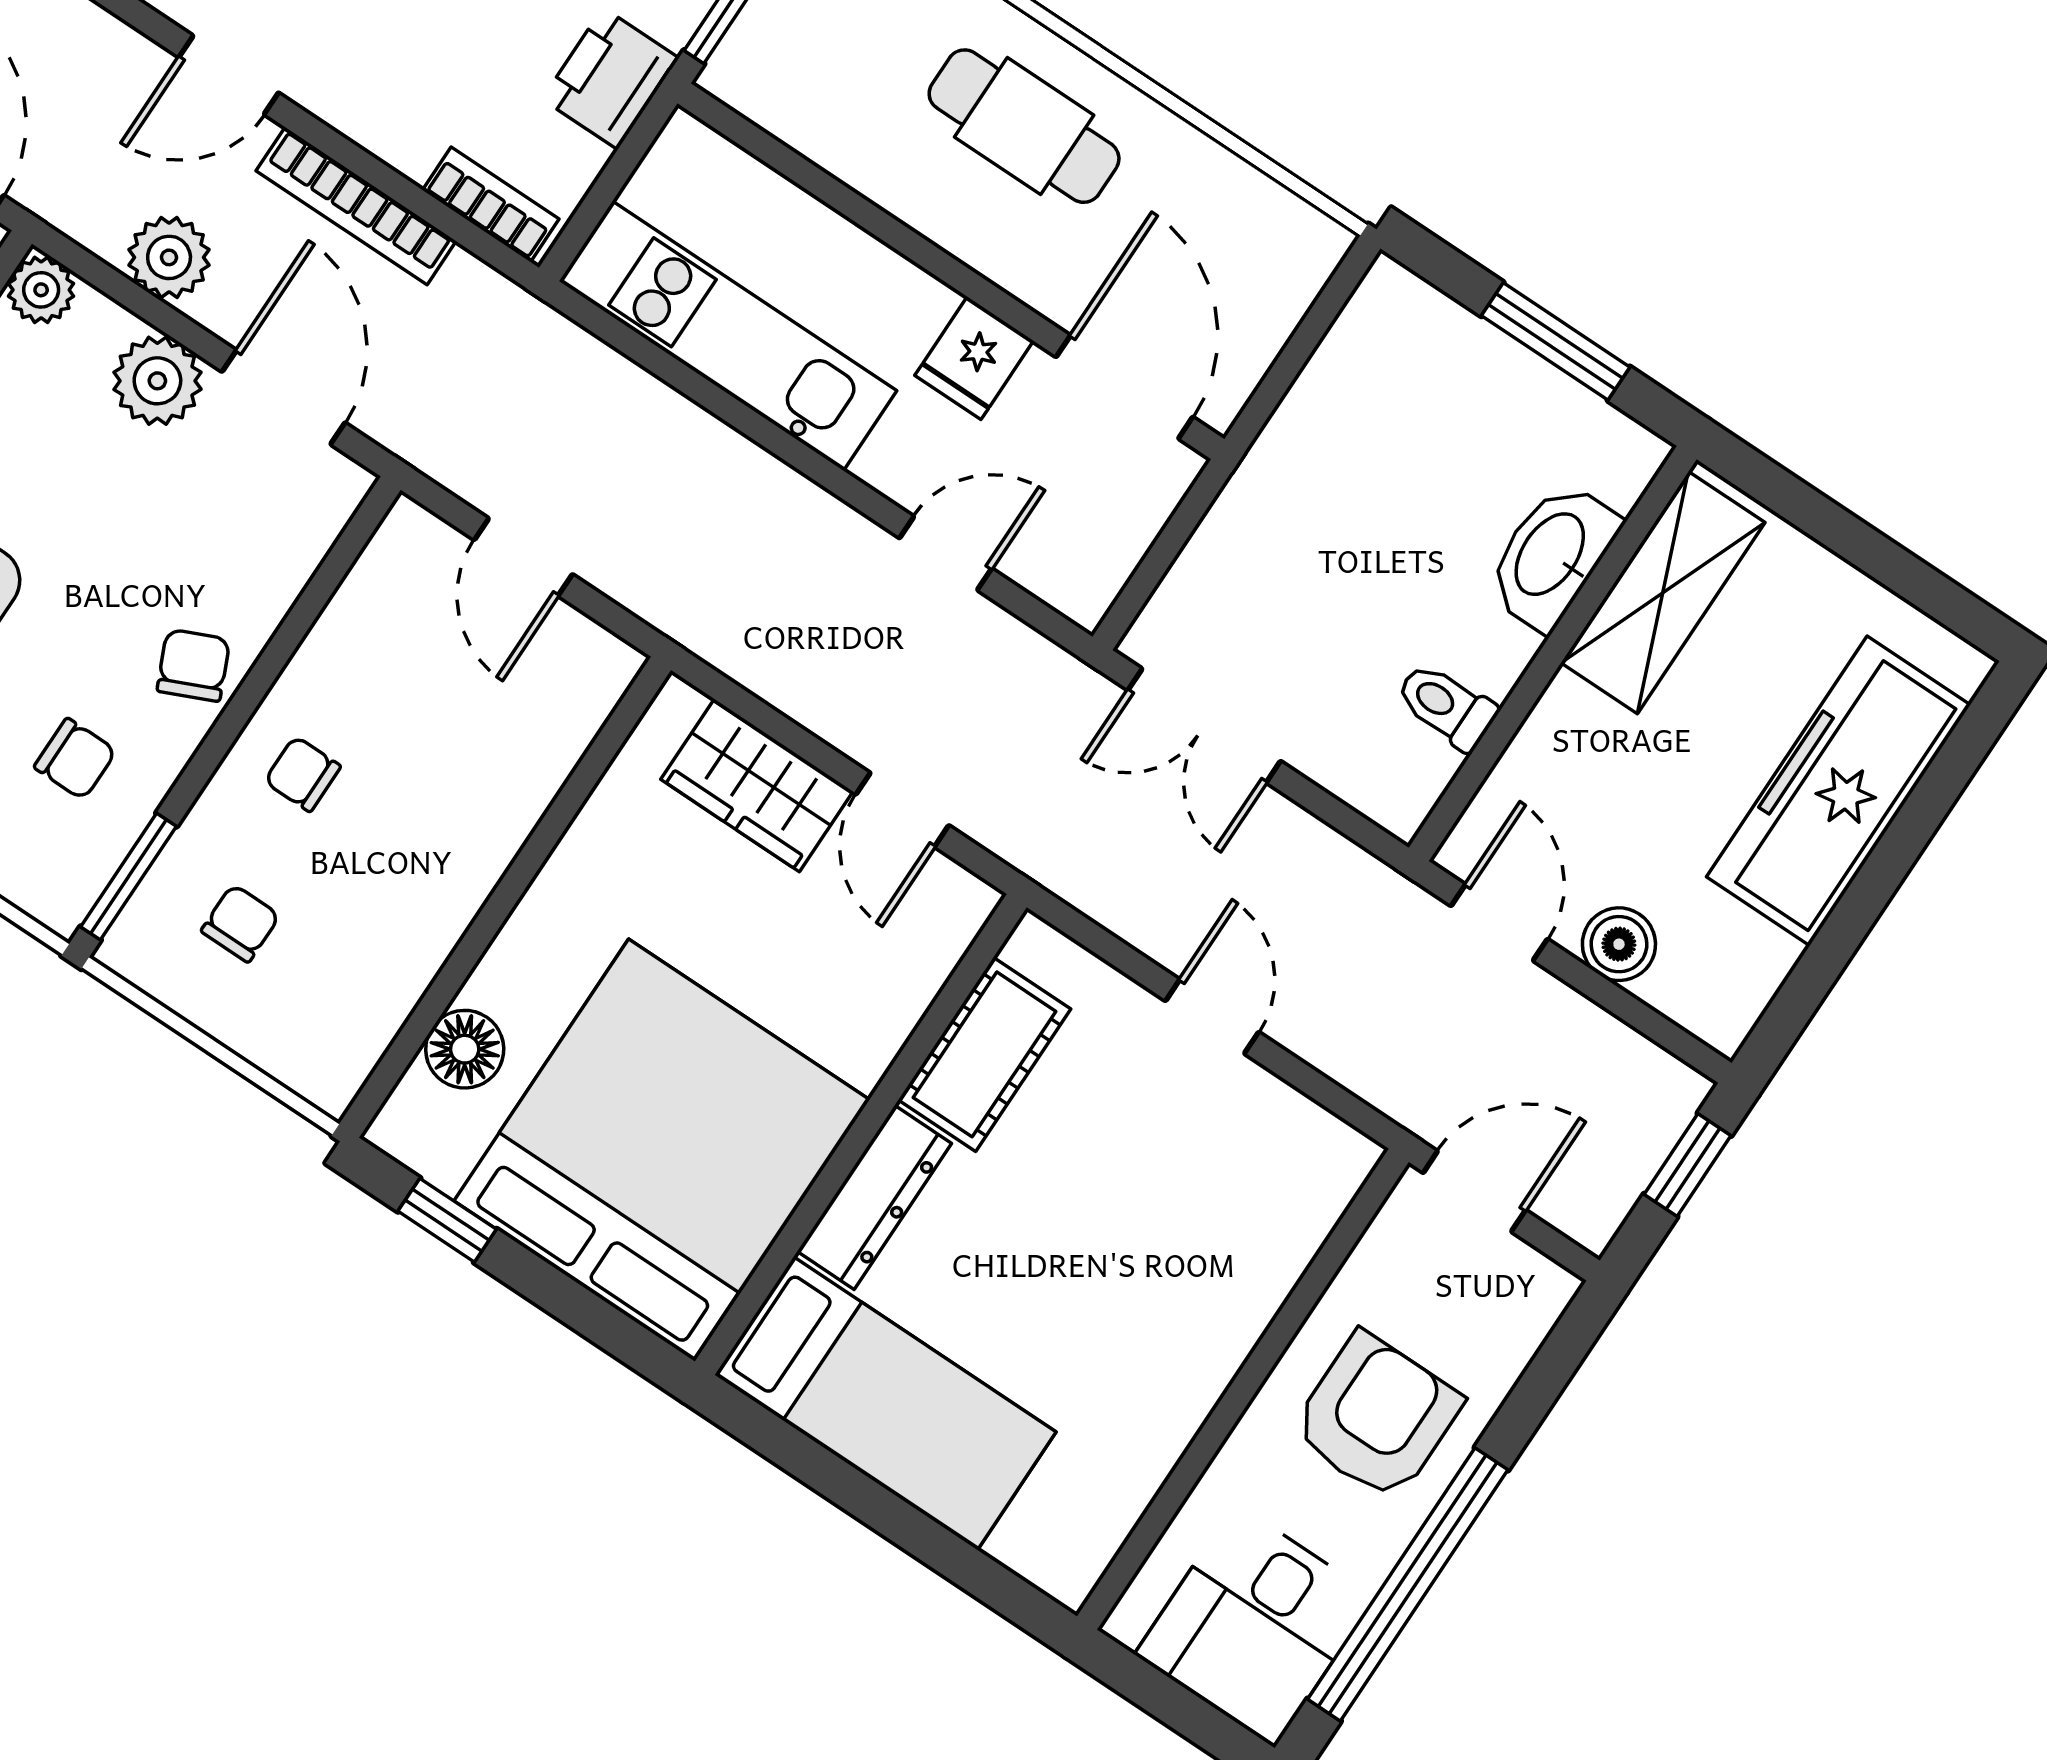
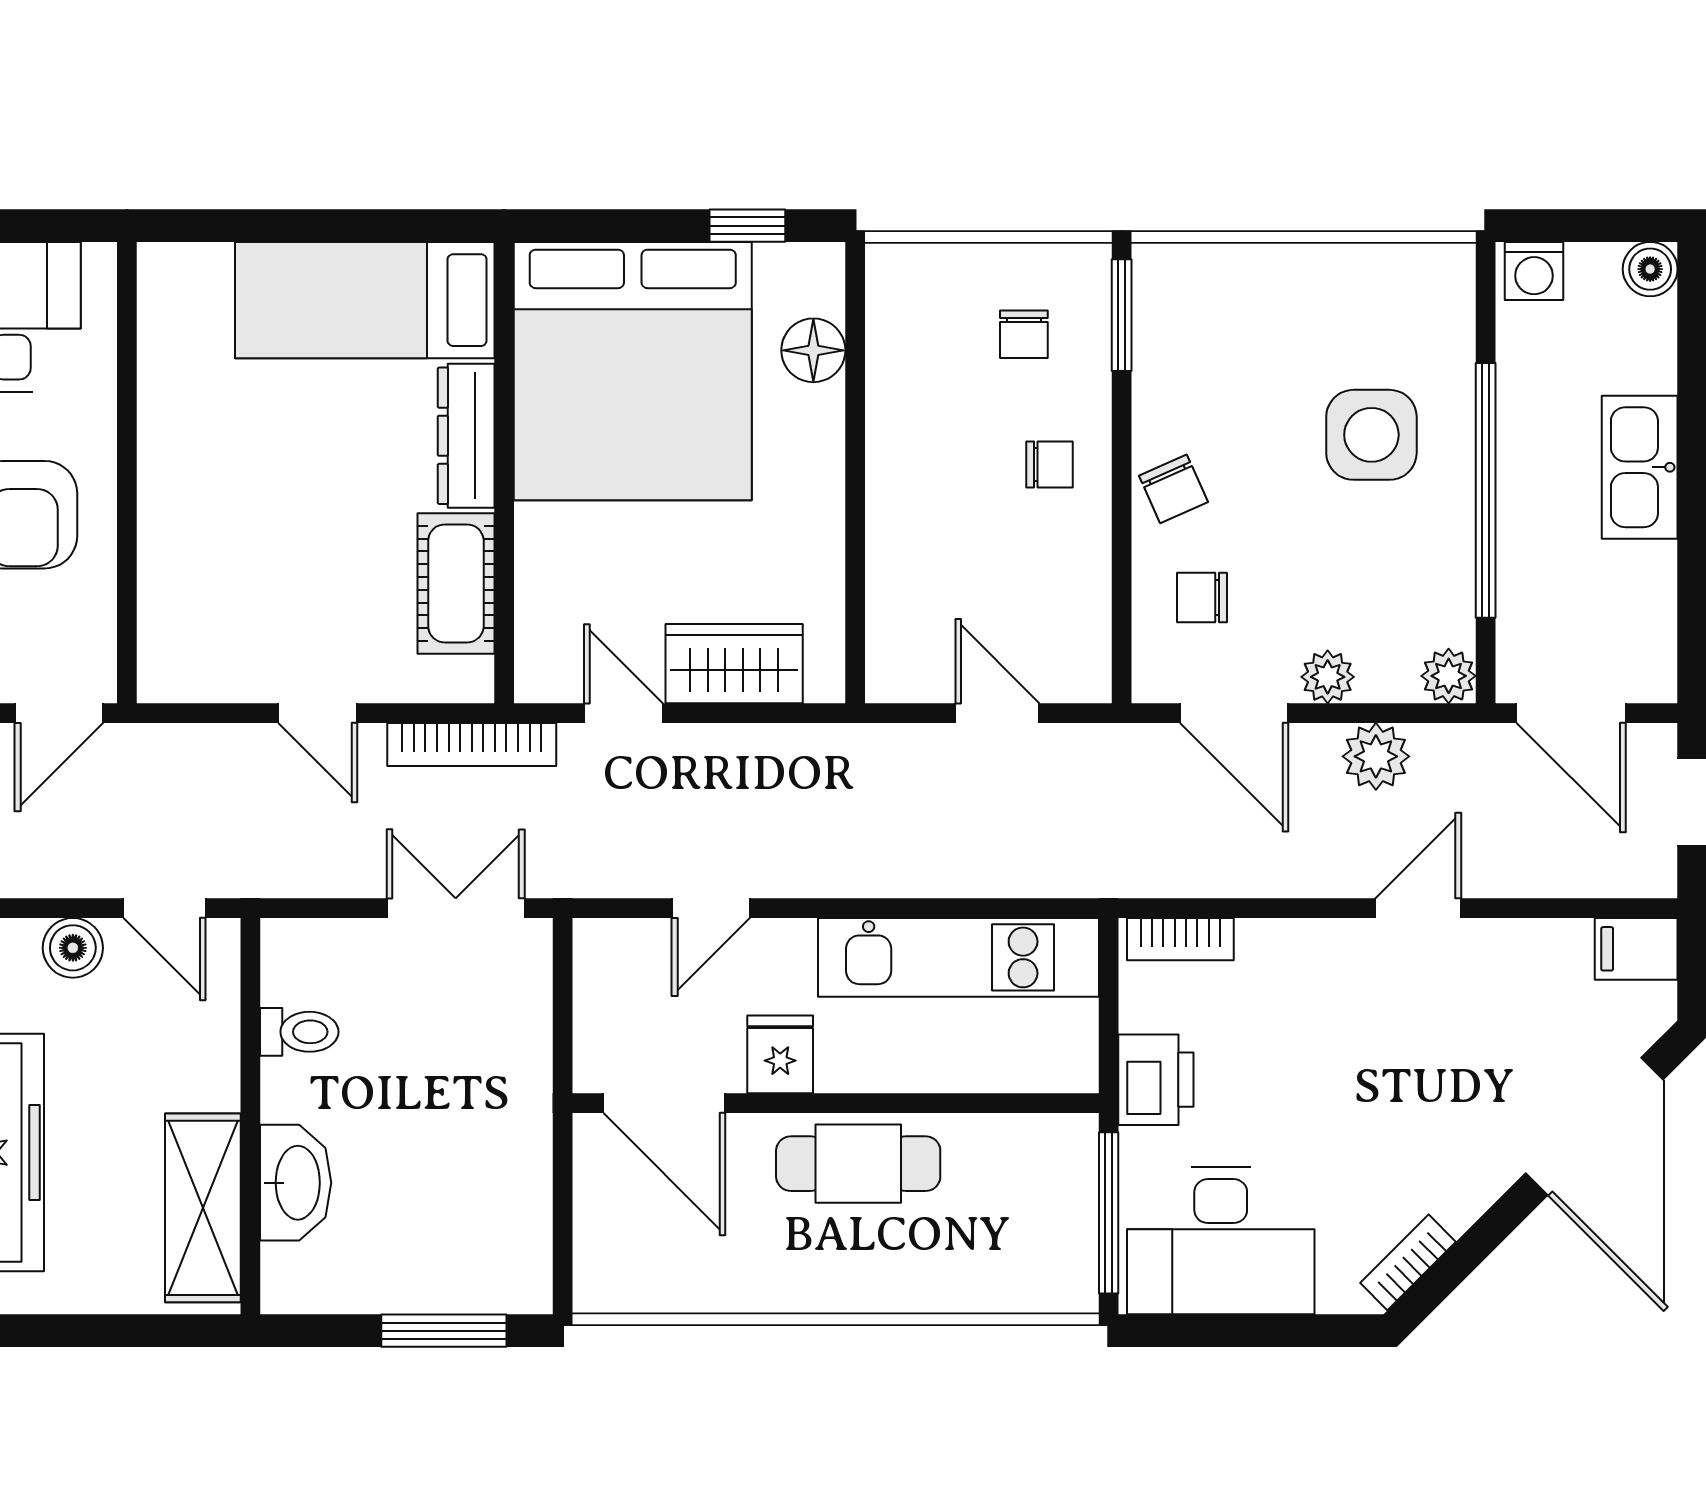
cafe table: (1024, 126) -> (858, 1164), moved
bookcase: (356, 206) -> (472, 744), moved, turned 180
window: (1556, 341) -> (444, 1331), moved
plant: (157, 381) -> (1328, 677), width x0.73, depth x0.73
chair: (75, 759) -> (1202, 597), moved

